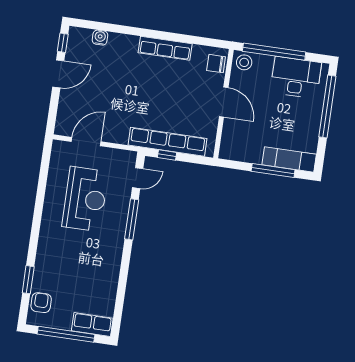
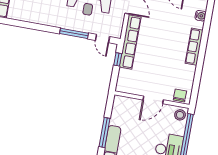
row of seats: (165, 48) -> (194, 47), moved
row of seats: (168, 142) -> (130, 42), moved

